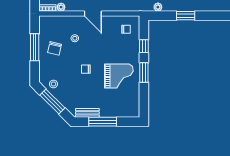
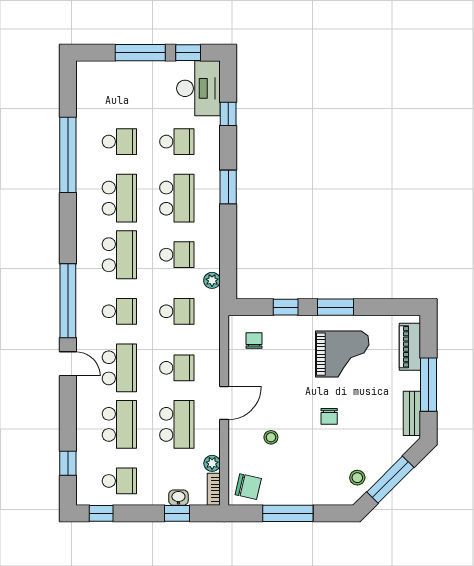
window: (186, 16) -> (228, 187), moved
chair: (55, 48) -> (248, 487), moved
grand piano: (119, 76) -> (342, 354), turned 90
piano: (123, 112) -> (410, 347), added

